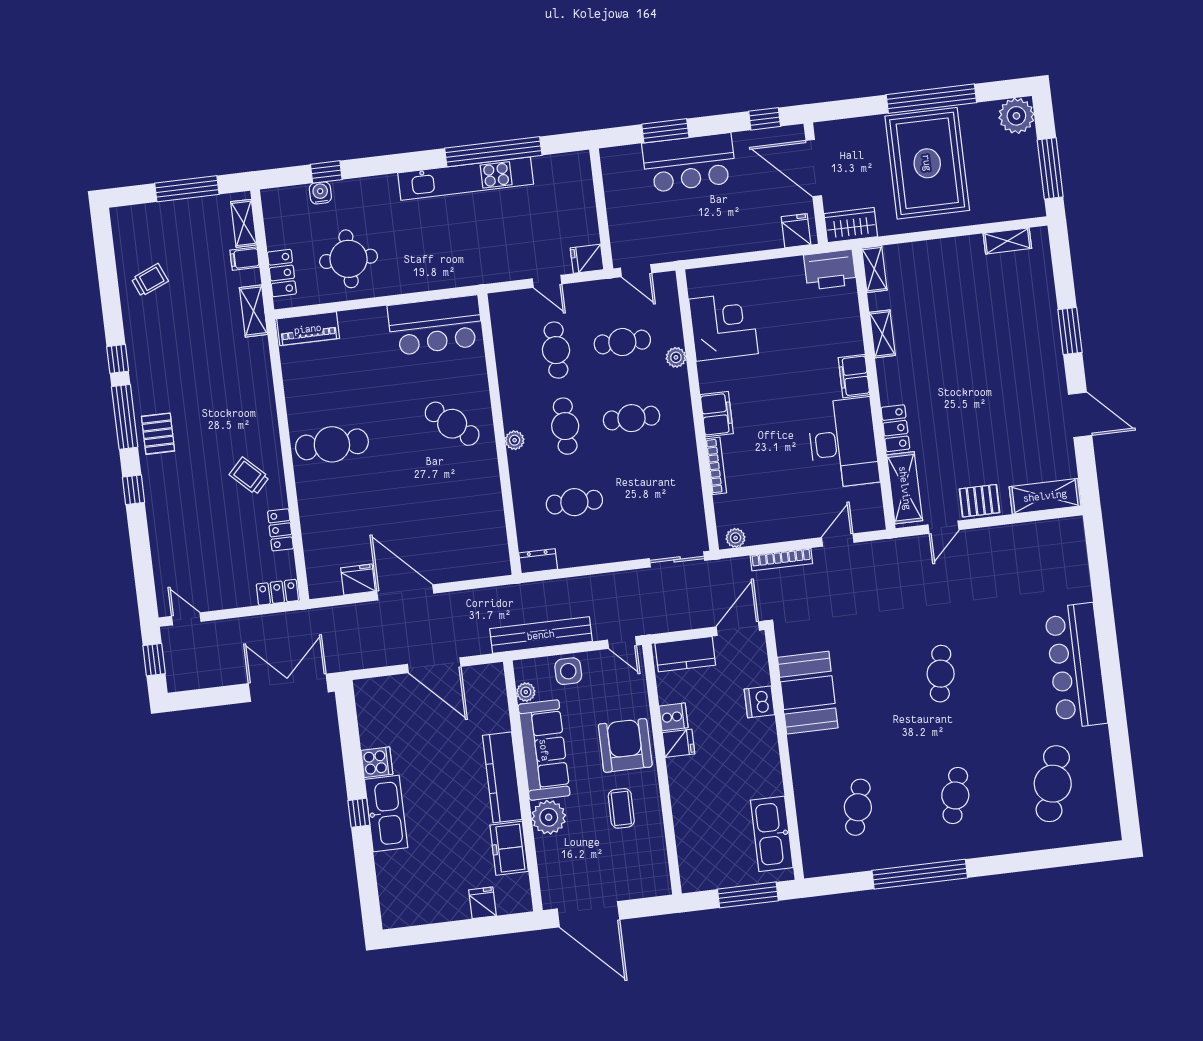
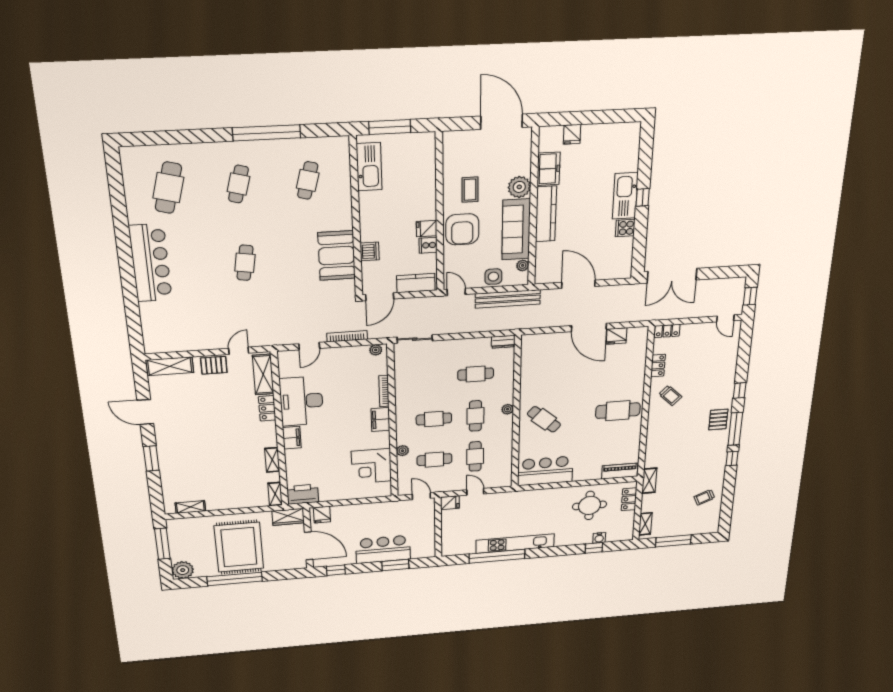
filing cabinet: (245, 259) -> (649, 507), removed

